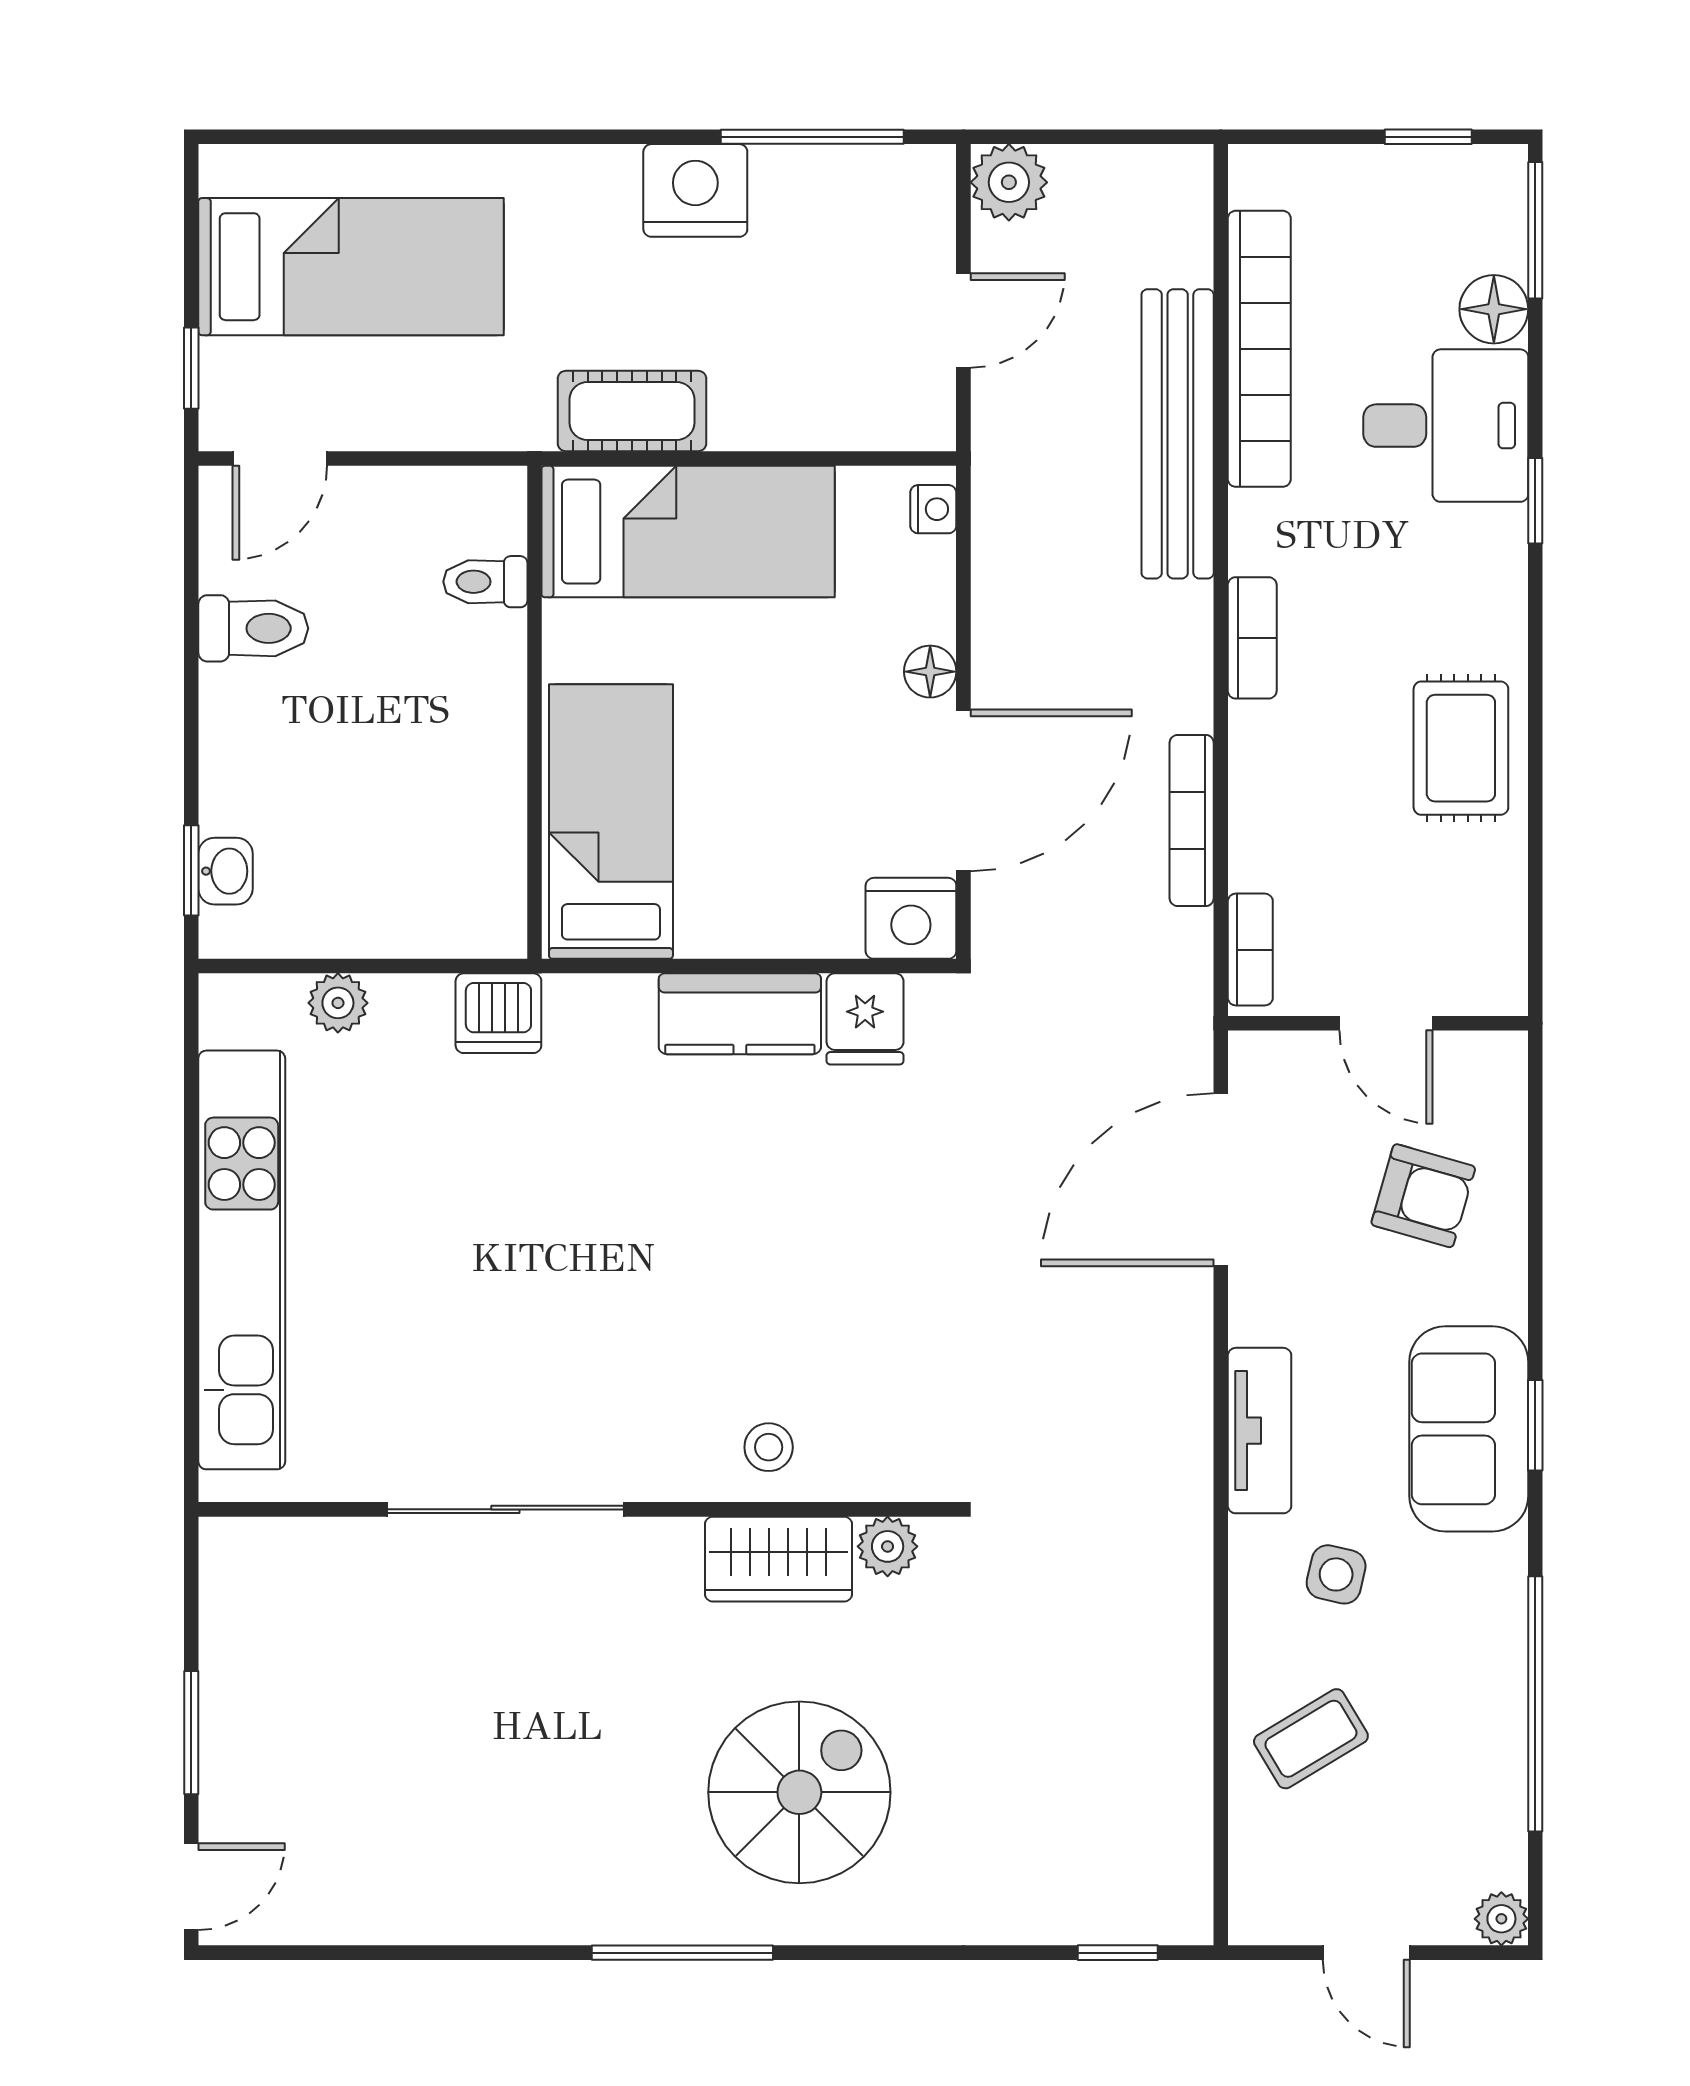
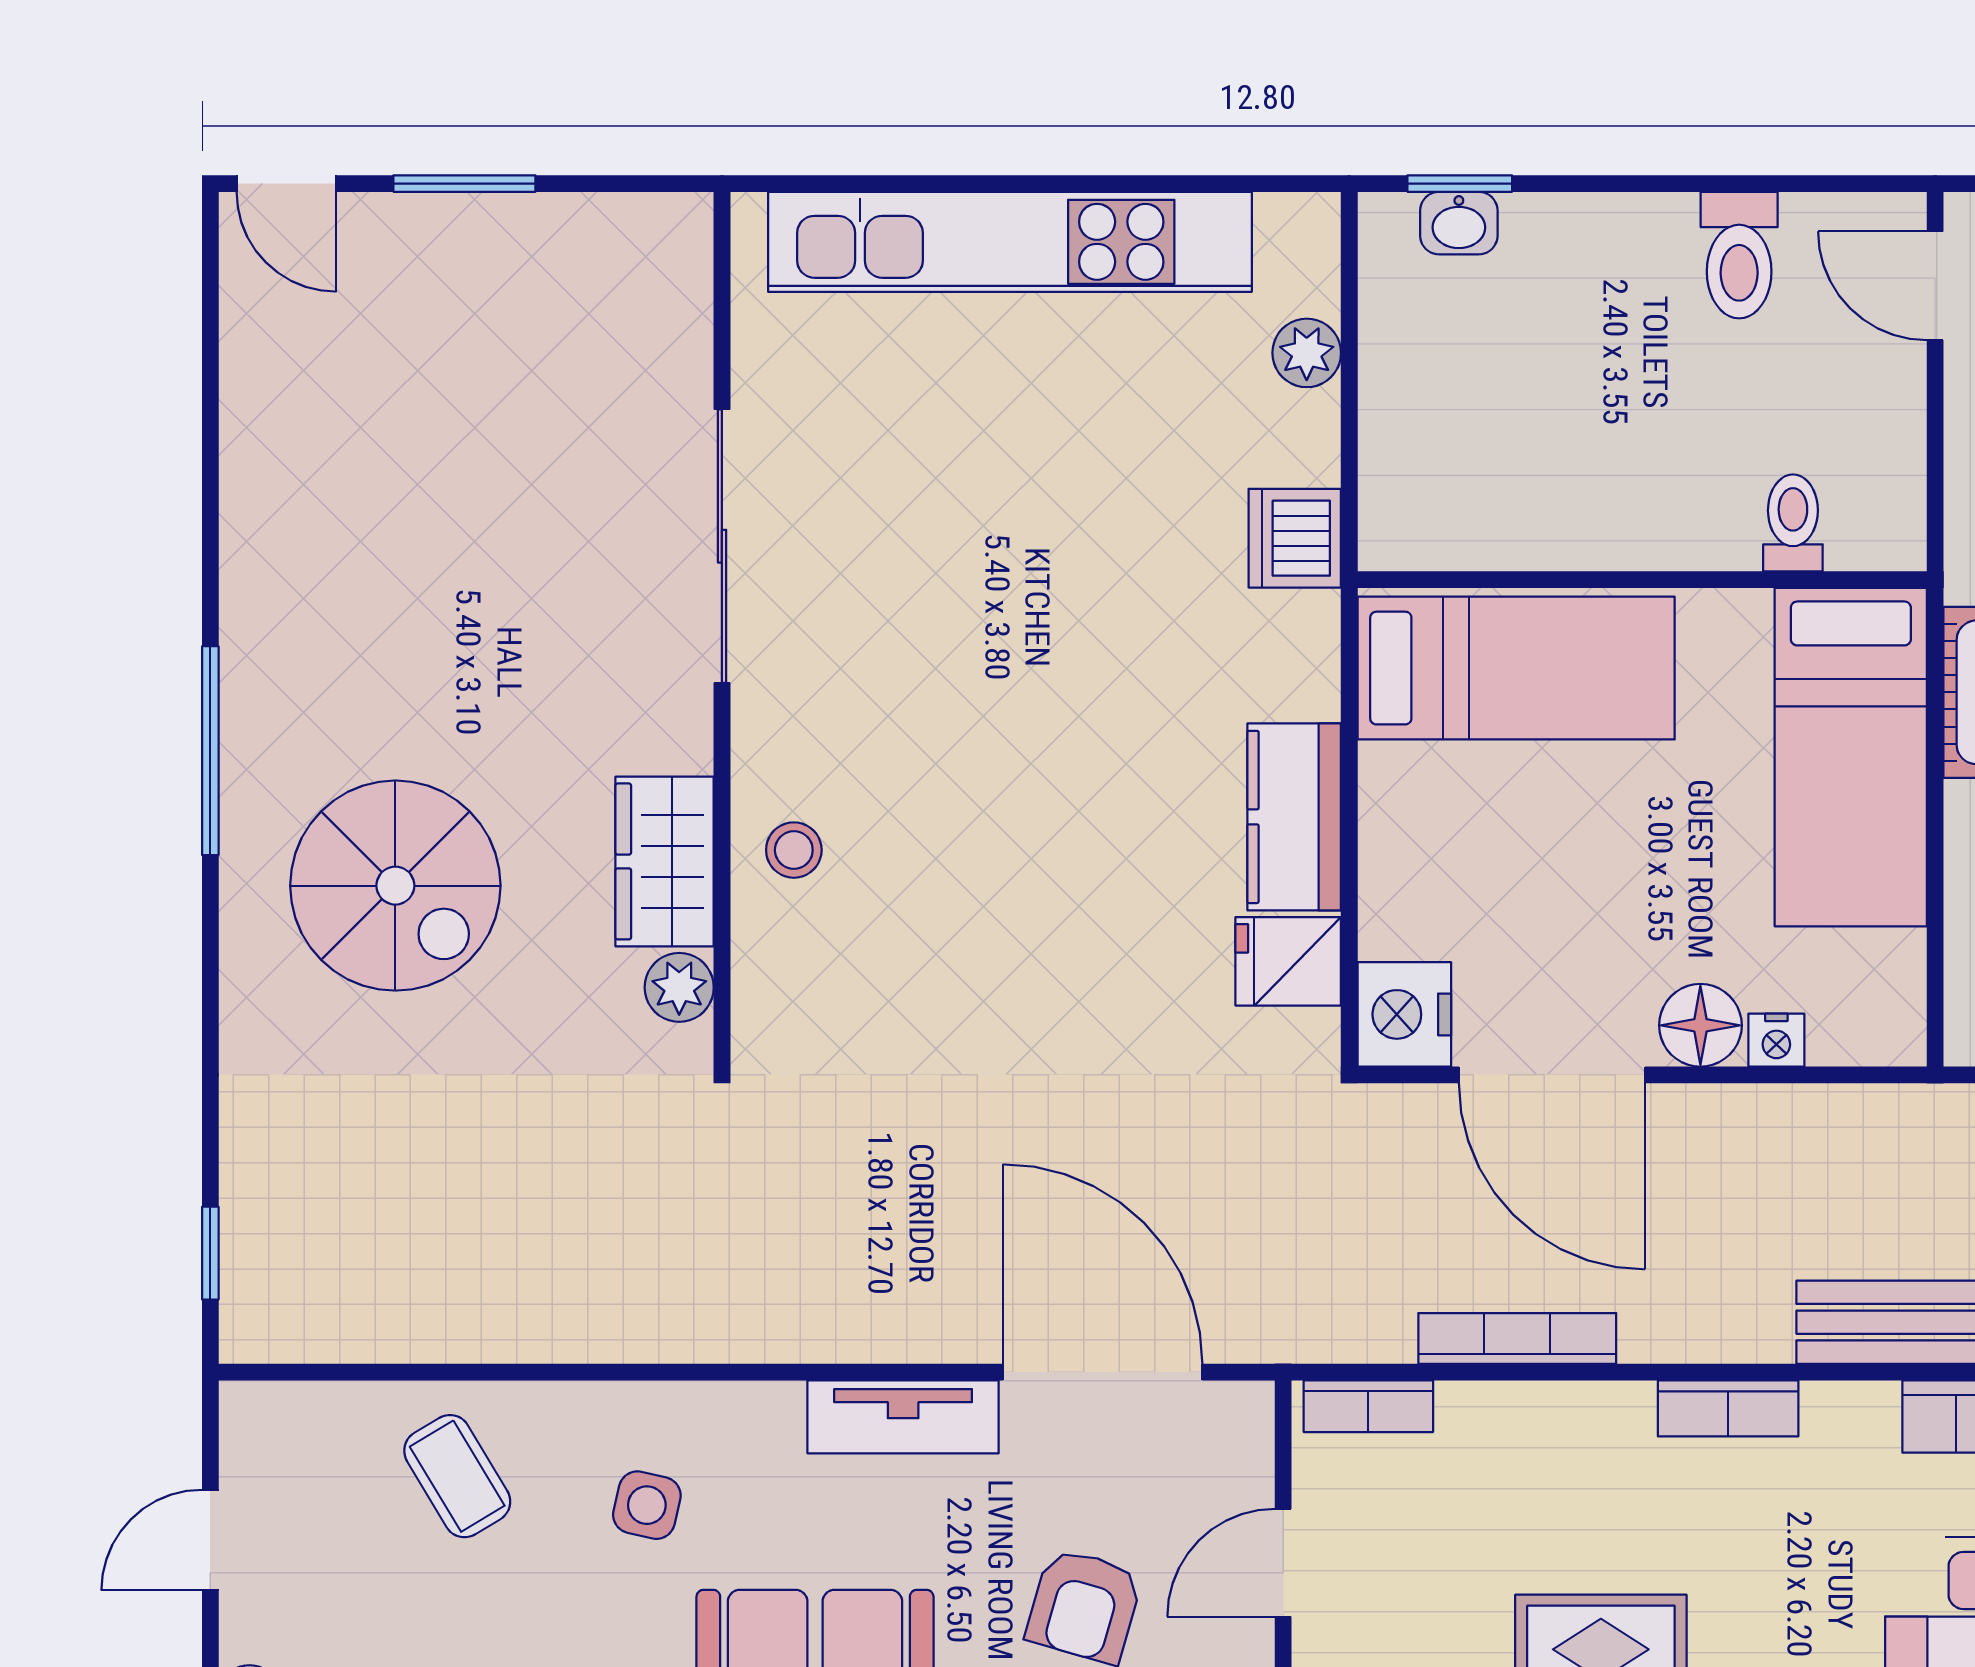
nightstand: (933, 509) -> (1776, 1040), moved
floor lamp: (930, 672) -> (1700, 1025), width x1.37, depth x1.37
tv unit: (1260, 1431) -> (903, 1417), moved

